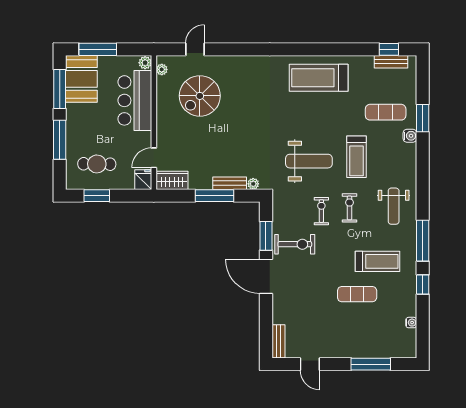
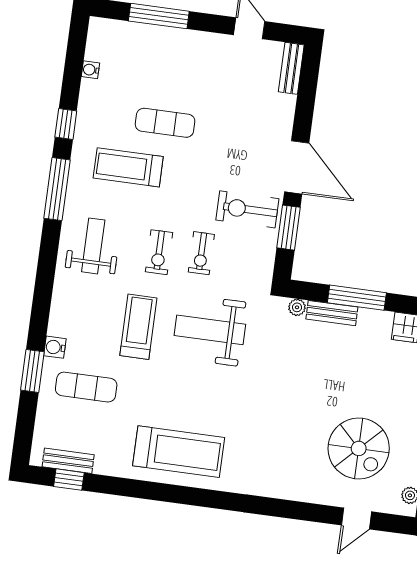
spiral stairs: (200, 96) -> (359, 448), turned 90

